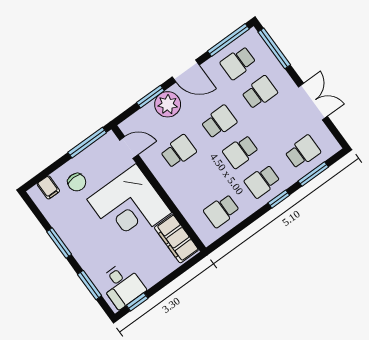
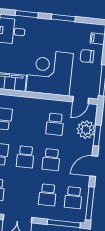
school desk: (238, 63) -> (73, 198), turned 180
plant: (168, 104) -> (86, 130), moved
school desk: (241, 152) -> (25, 157), turned 180

